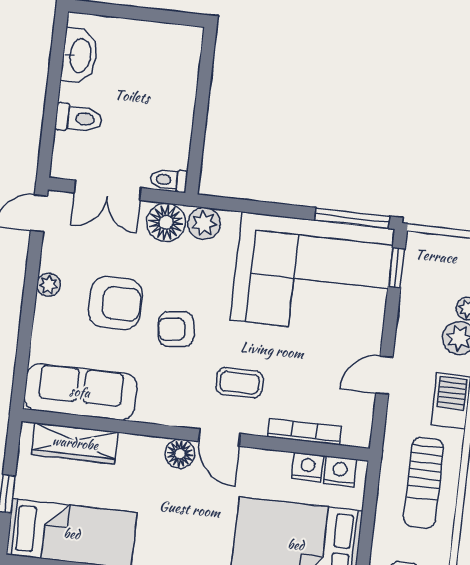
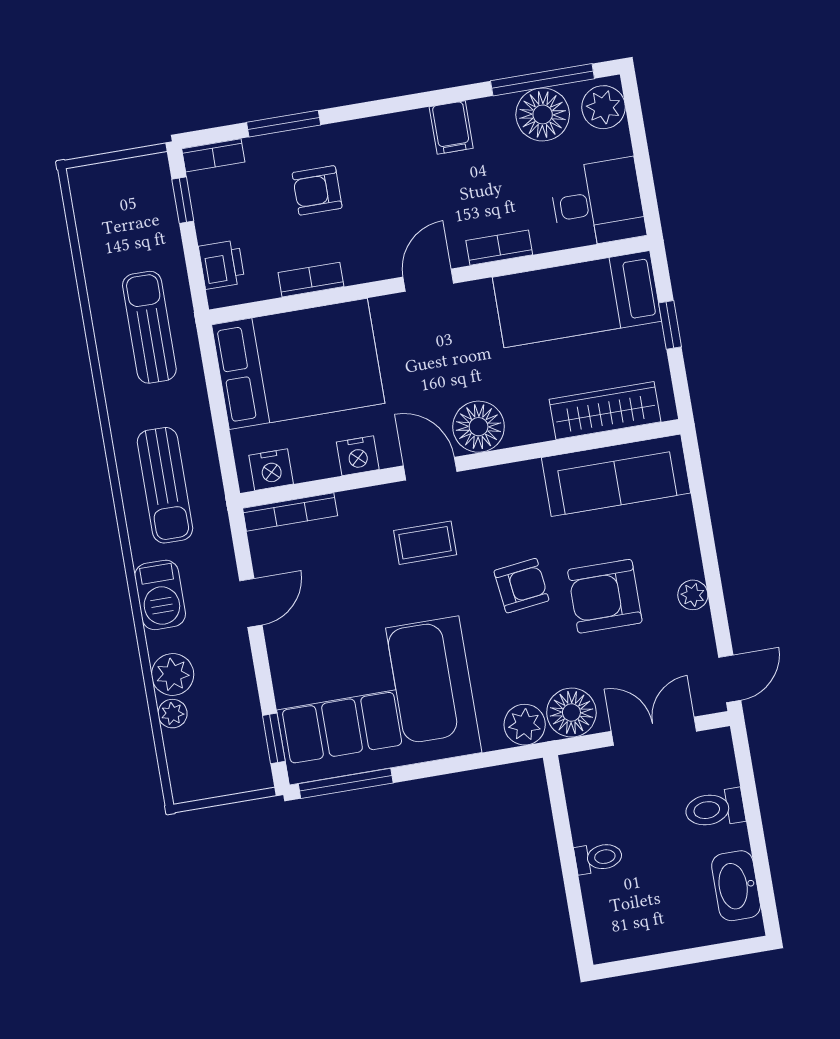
toilet: (169, 180) -> (599, 858), moved
bookcase: (304, 432) -> (290, 512), moved
floor lamp: (180, 454) -> (479, 427), width x1.38, depth x1.38
nightstand: (308, 467) -> (358, 456), moved
sun lounger: (424, 483) -> (165, 485), turned 180

